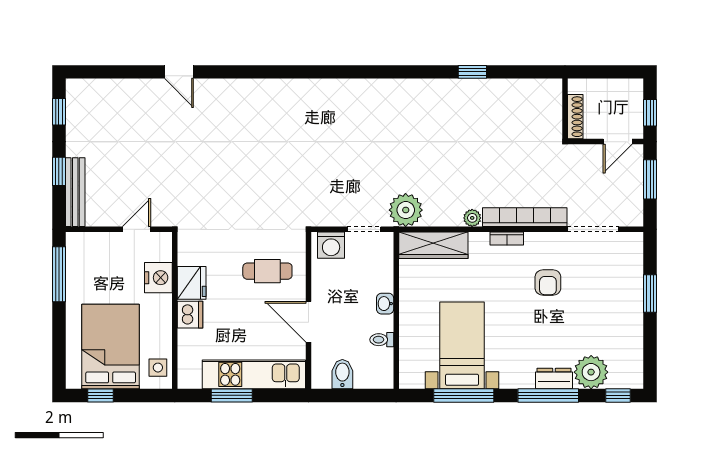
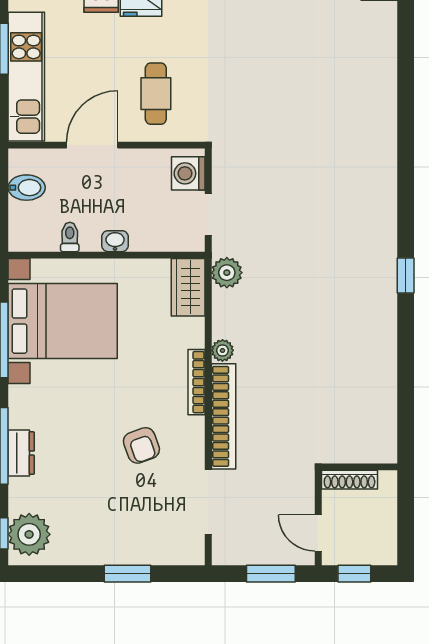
window: (472, 72) -> (406, 275), moved
plant: (406, 210) -> (227, 273), width x0.73, depth x0.73
bookcase: (507, 239) -> (197, 382), width x1.56
wardrobe: (433, 245) -> (188, 287), width x0.67
armchair: (548, 283) -> (141, 445), turned -110
bed with nightstands: (462, 345) -> (63, 321), width x1.36
plant: (591, 372) -> (29, 534), moved

